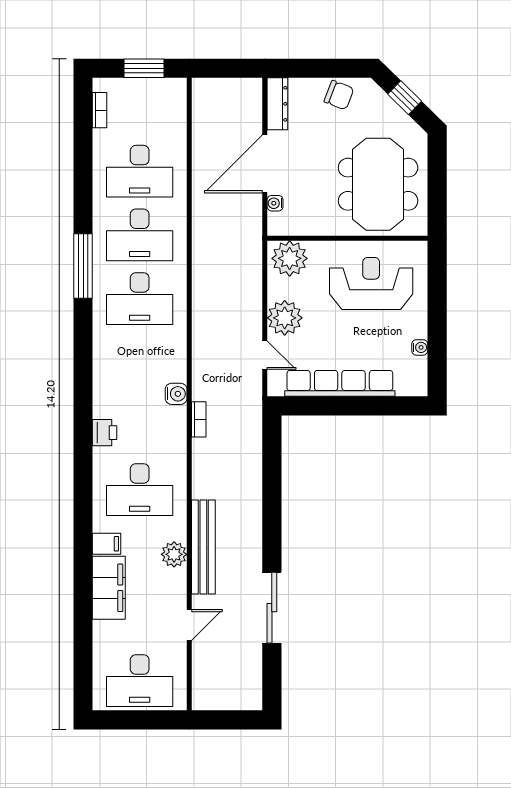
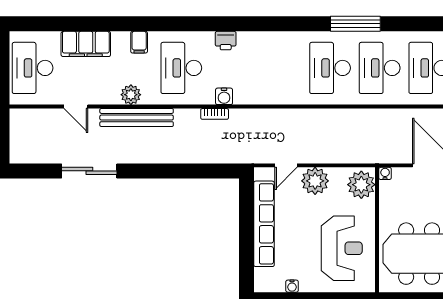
water cooler: (275, 203) -> (385, 173), moved
water cooler: (176, 394) -> (224, 96), moved
bookcase: (199, 419) -> (215, 114), moved
filing cabinet: (109, 588) -> (86, 44), moved

